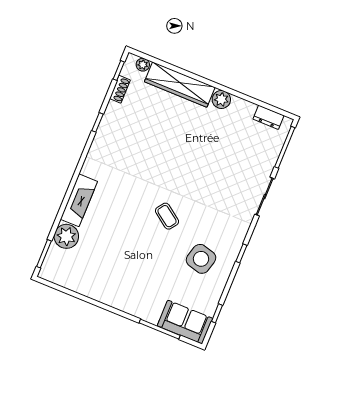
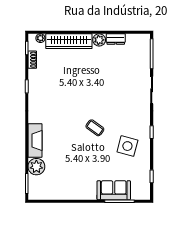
dresser: (268, 117) -> (116, 39), moved
sofa: (185, 322) -> (114, 190), moved

